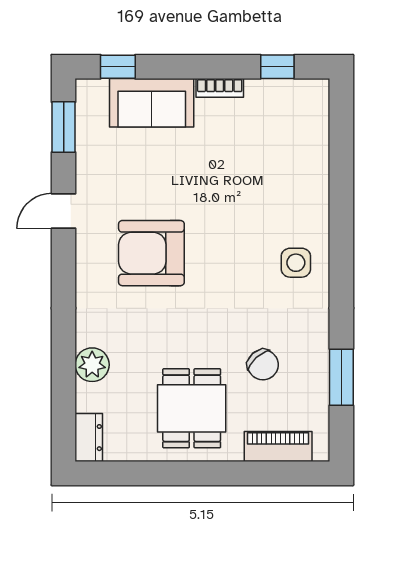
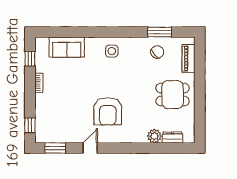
sofa: (152, 103) -> (67, 47), moved, turned 90
door: (64, 211) -> (90, 148), swing flipped
chair: (263, 365) -> (157, 52), moved
dresser: (89, 438) -> (172, 138), moved

